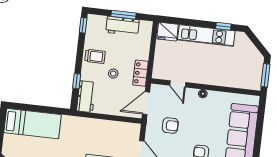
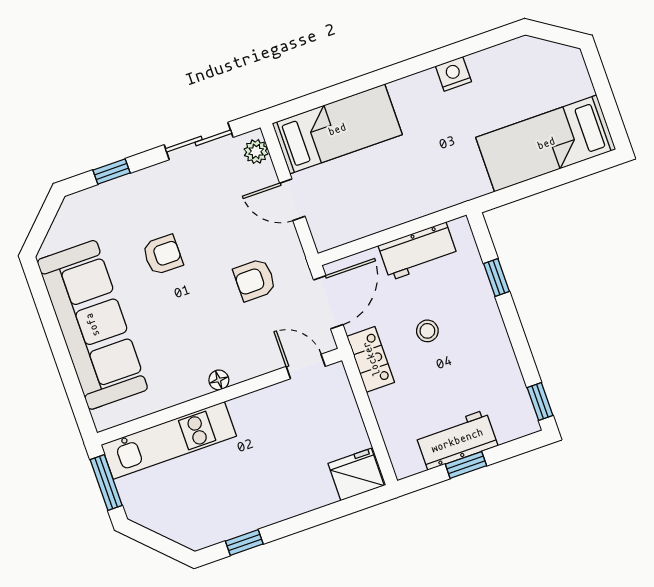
window: (124, 15) -> (466, 465), width x0.67
kitchen unit: (206, 35) -> (169, 440), moved, turned 180
trolley: (95, 56) -> (483, 348), removed
door: (178, 84) -> (306, 366), moved
workbench: (86, 97) -> (418, 251), moved, turned -90

